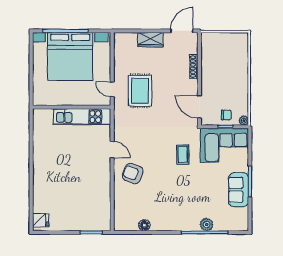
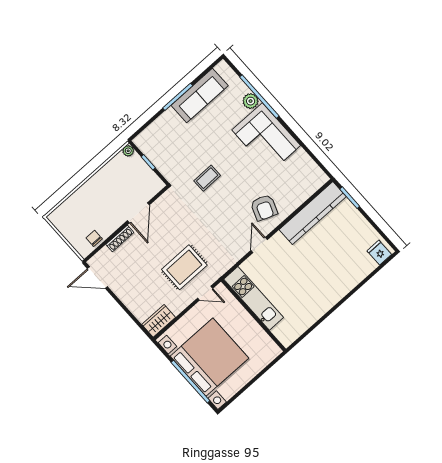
wardrobe: (151, 40) -> (159, 321), moved, turned -90
door: (112, 89) -> (205, 293), hinge flipped
door: (199, 107) -> (138, 213), moved
chair: (226, 115) -> (94, 238), moved
corner sofa: (224, 145) -> (266, 138), moved, turned 180
sofa: (238, 190) -> (200, 95), width x1.36
kitchen counter: (102, 201) -> (313, 213), added
floor lamp: (144, 225) -> (301, 156), removed

